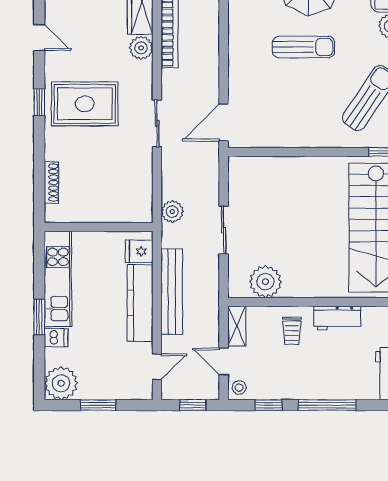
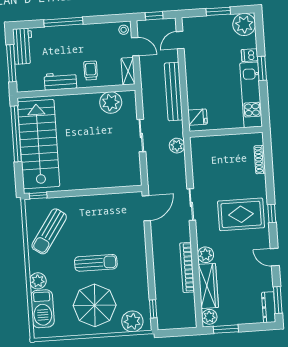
sun lounger: (303, 47) -> (96, 263), turned 180
kitchen counter: (140, 303) -> (195, 82), removed
window: (269, 405) -> (103, 19), removed

